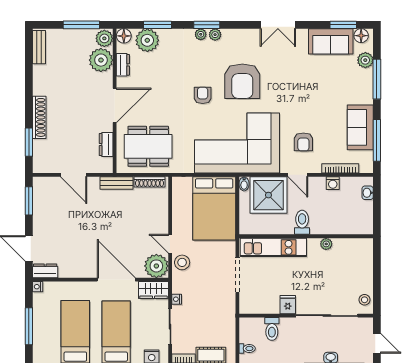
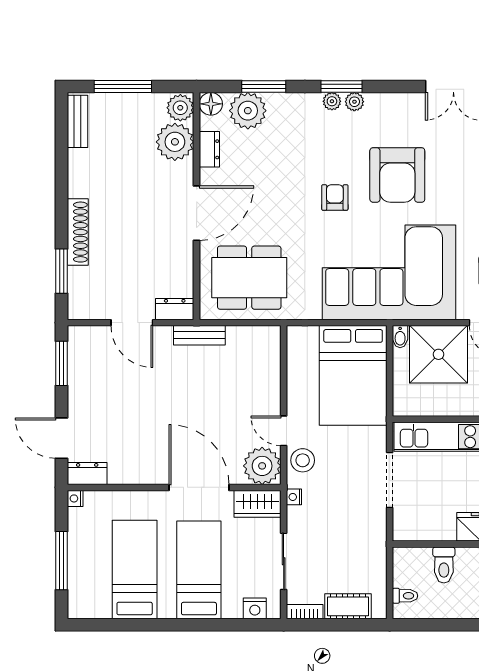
window: (81, 25) -> (123, 86), moved
dresser: (106, 145) -> (175, 309), moved, turned 90
shoe rack: (150, 182) -> (251, 334), removed
nightstand: (177, 299) -> (294, 497), moved

